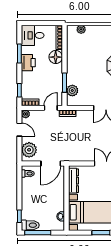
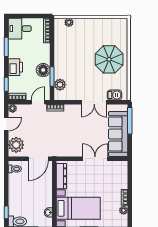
floor lamp: (56, 57) -> (43, 70), moved
printer: (28, 63) -> (15, 67), moved
door: (19, 130) -> (6, 124), hinge flipped

